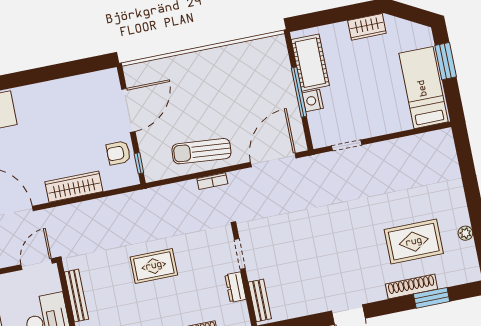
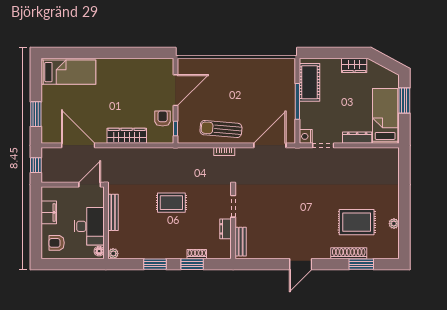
nightstand: (313, 101) -> (306, 136), moved
dresser: (391, 125) -> (357, 138), added
armchair: (118, 153) -> (163, 118), turned 90

